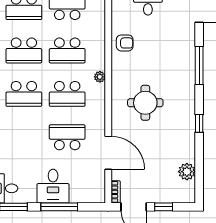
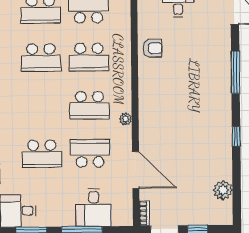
plant: (100, 77) -> (126, 119), moved
school desk: (24, 94) -> (42, 154), moved
round table: (145, 103) -> (176, 114), removed
desk: (53, 186) -> (94, 207), moved

